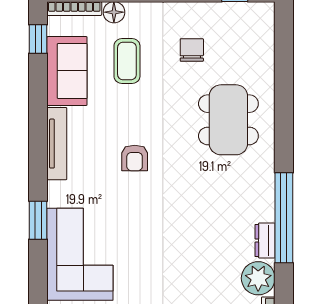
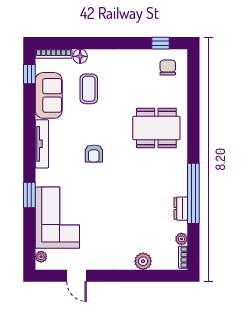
chair: (192, 50) -> (168, 68), moved
dining table: (228, 120) -> (156, 128), turned 90
plant: (258, 278) -> (181, 239), width x0.53, depth x0.53

